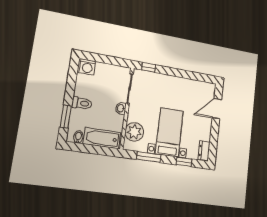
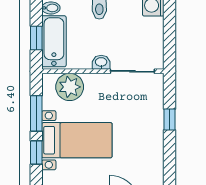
window: (148, 67) -> (170, 120), moved
window: (98, 150) -> (36, 38), added
window: (184, 162) -> (36, 152), moved

